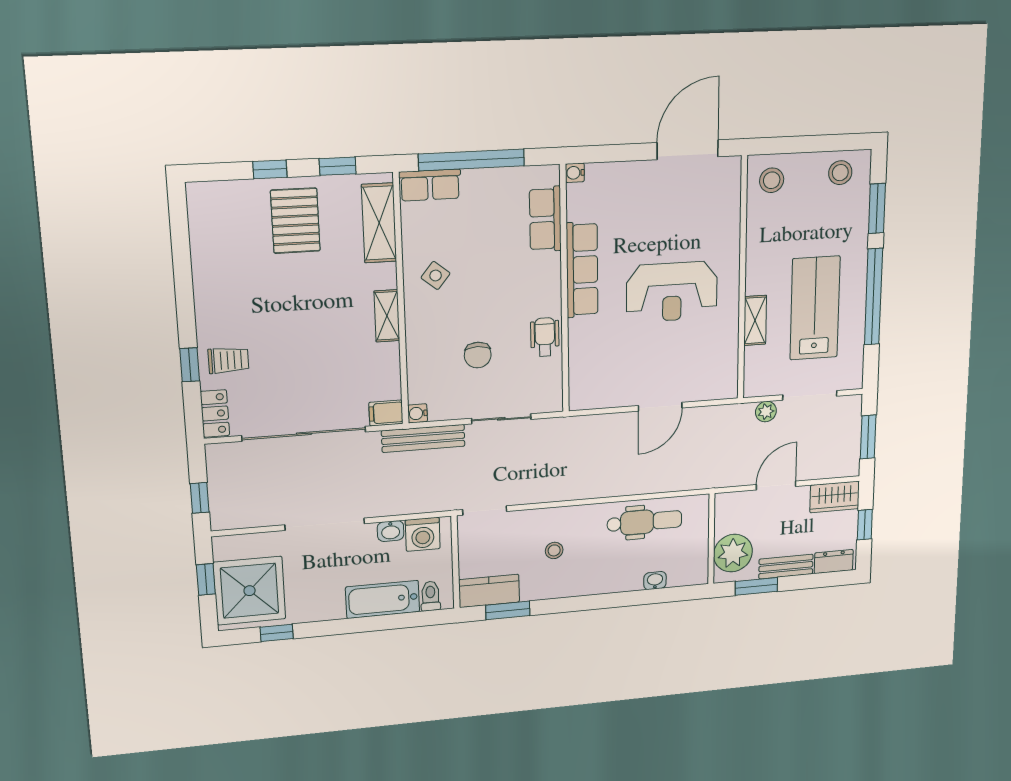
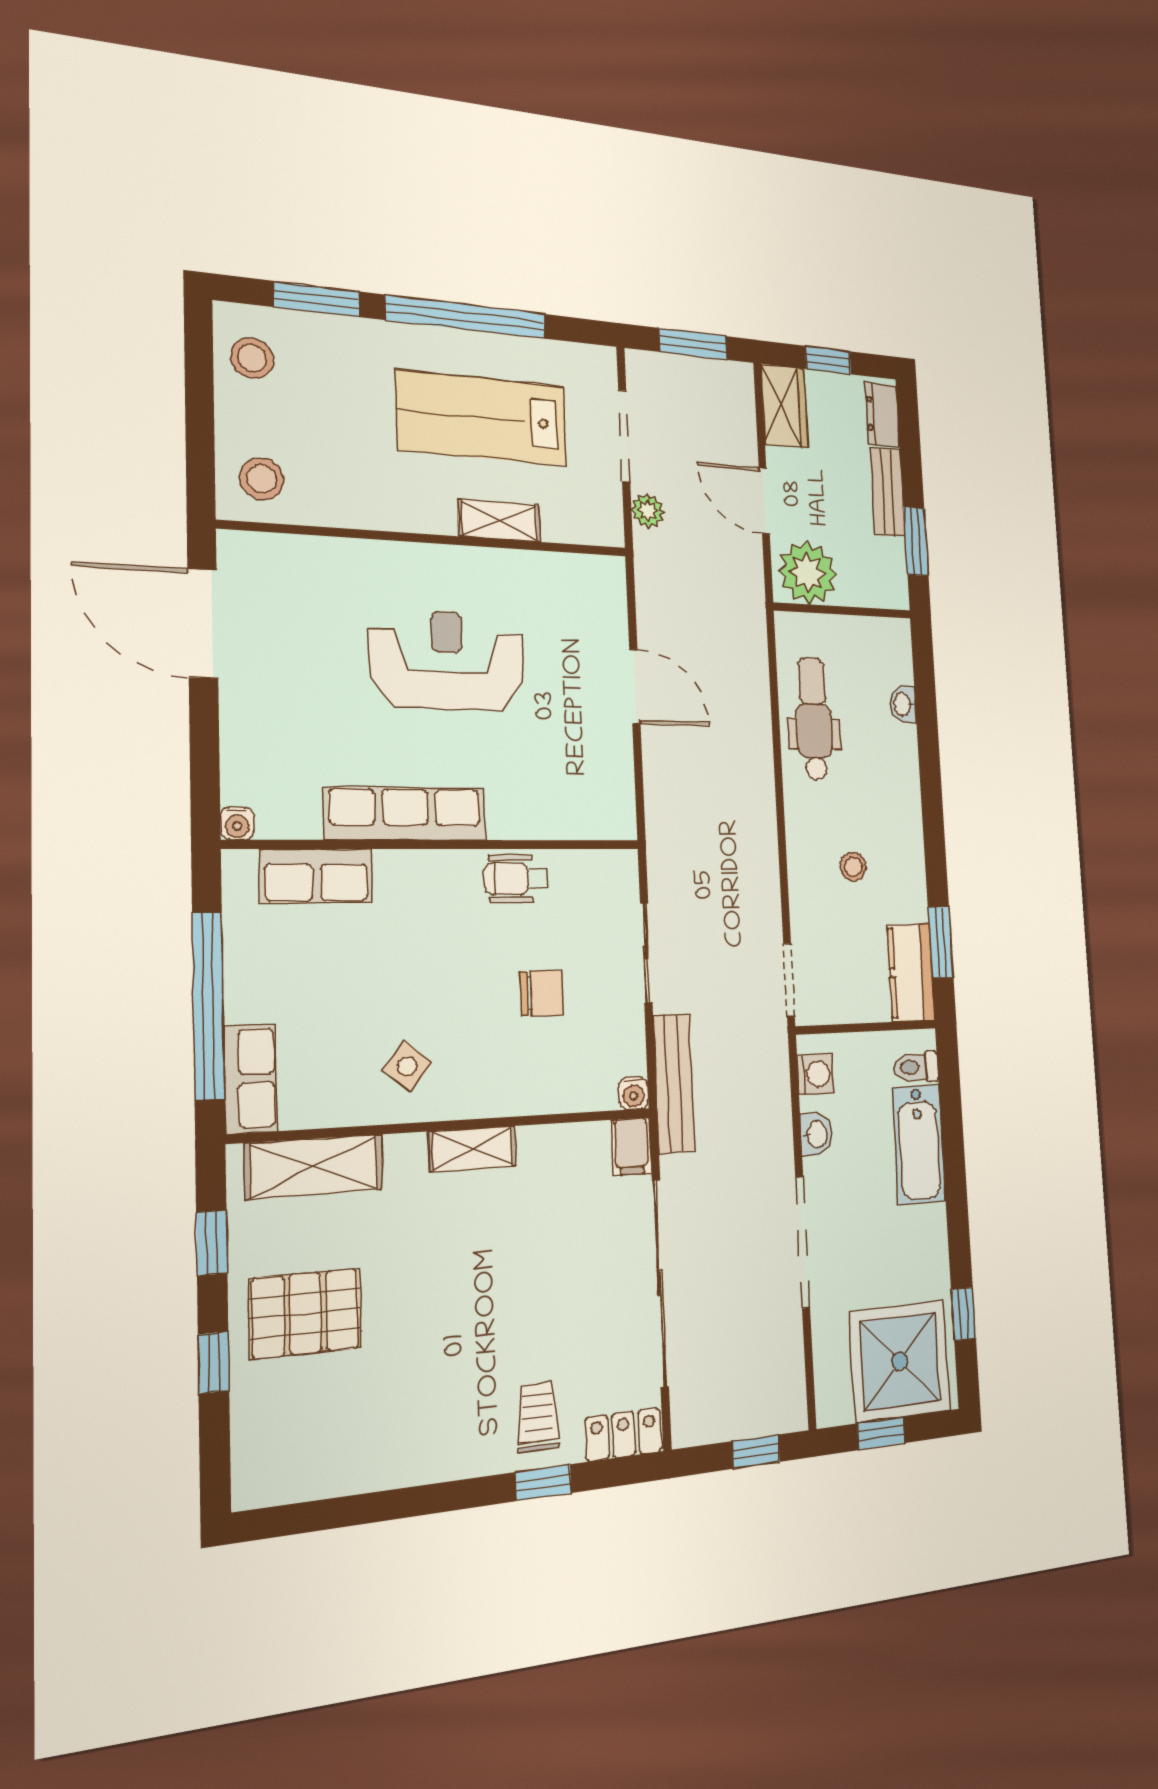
reception desk: (672, 292) -> (447, 660), turned -90
washing machine: (423, 534) -> (816, 1074), width x0.73, depth x0.73
plant: (733, 553) -> (808, 573), moved

